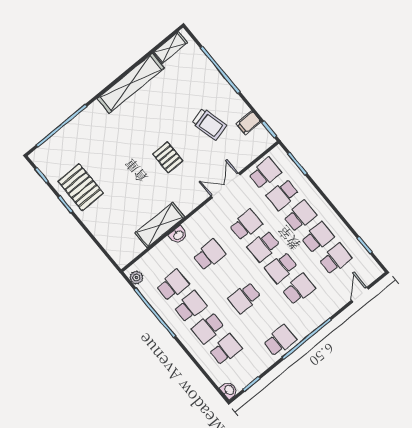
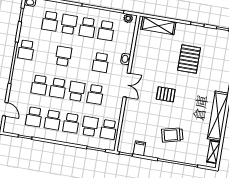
trolley: (209, 124) -> (172, 135), moved
double door: (225, 186) -> (127, 85), moved
pallet: (81, 187) -> (189, 59), moved, turned 90
shelving: (160, 225) -> (158, 26), moved, turned 90
school desk: (281, 268) -> (58, 88), turned 180

